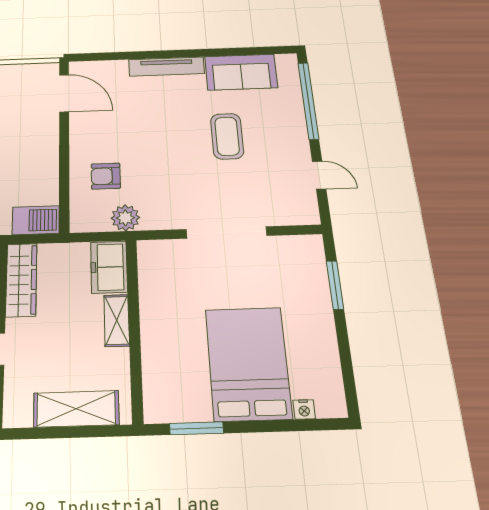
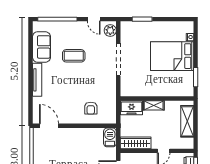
door: (64, 93) -> (49, 126), hinge flipped
door: (319, 175) -> (94, 19), swing flipped
plant: (125, 218) -> (110, 30), moved

